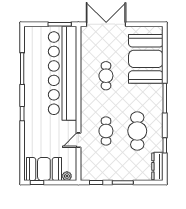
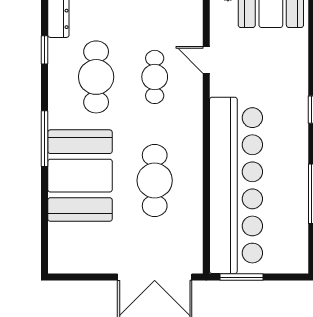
booth: (146, 59) -> (80, 176), moved
cafe table: (106, 76) -> (155, 181), width x1.37, depth x1.35
door: (78, 140) -> (206, 60), swing flipped

